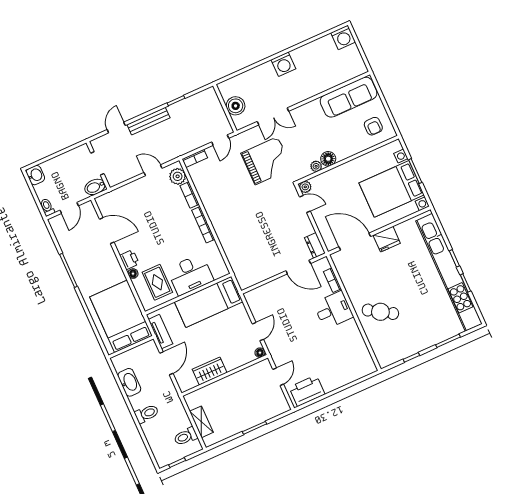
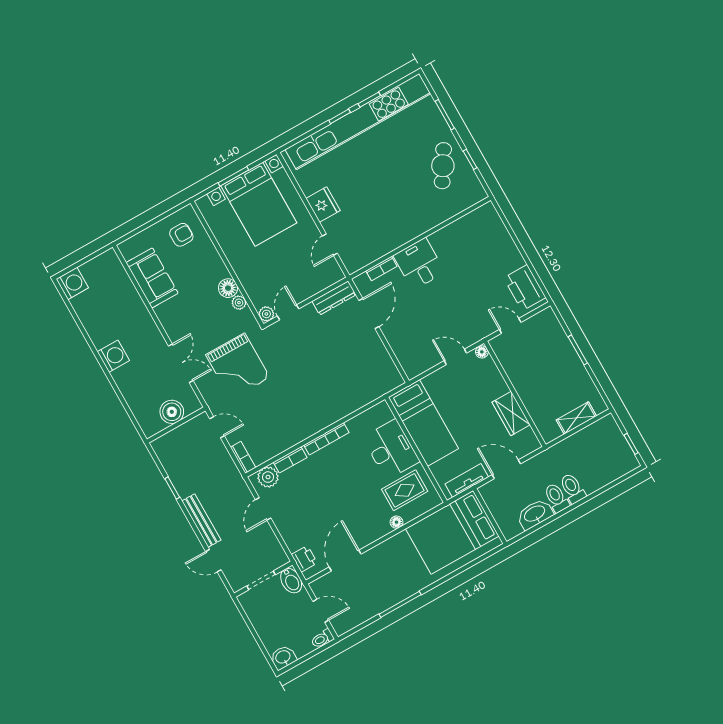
sofa: (349, 97) -> (152, 278), width x0.73
grand piano: (266, 161) -> (238, 366), turned 180
door: (355, 242) -> (330, 245), width x0.53
dresser: (315, 245) -> (334, 298), width x1.44
printer: (129, 260) -> (304, 559), moved, turned 90
cafe table: (380, 312) -> (443, 166), moved
toilet: (186, 436) -> (557, 498), moved, turned 180

